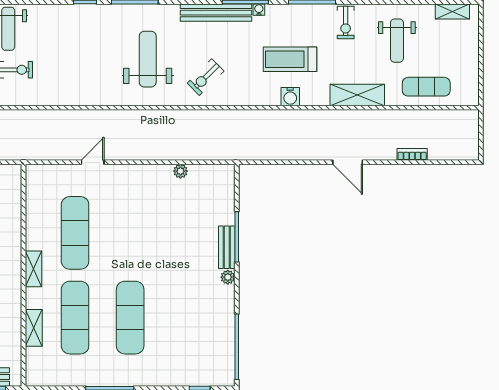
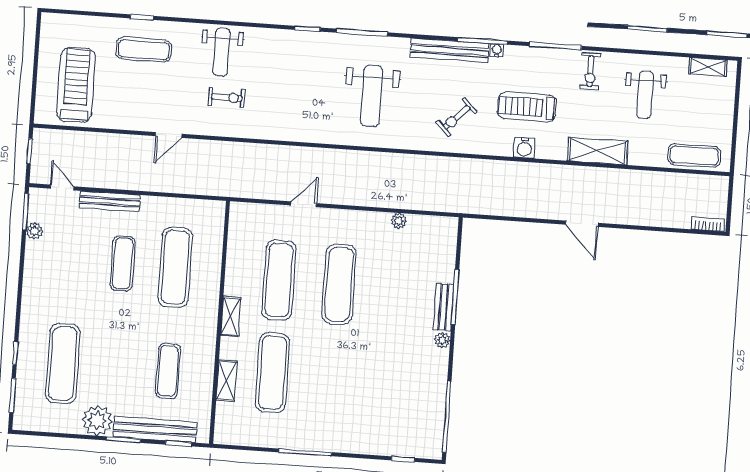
weight bench: (148, 59) -> (371, 96), turned 180
exercise bike: (206, 77) -> (457, 117), moved
exercise mat: (426, 87) -> (694, 156), moved
bookcase: (412, 154) -> (708, 224), moved
exercise mat: (130, 318) -> (339, 284), moved

